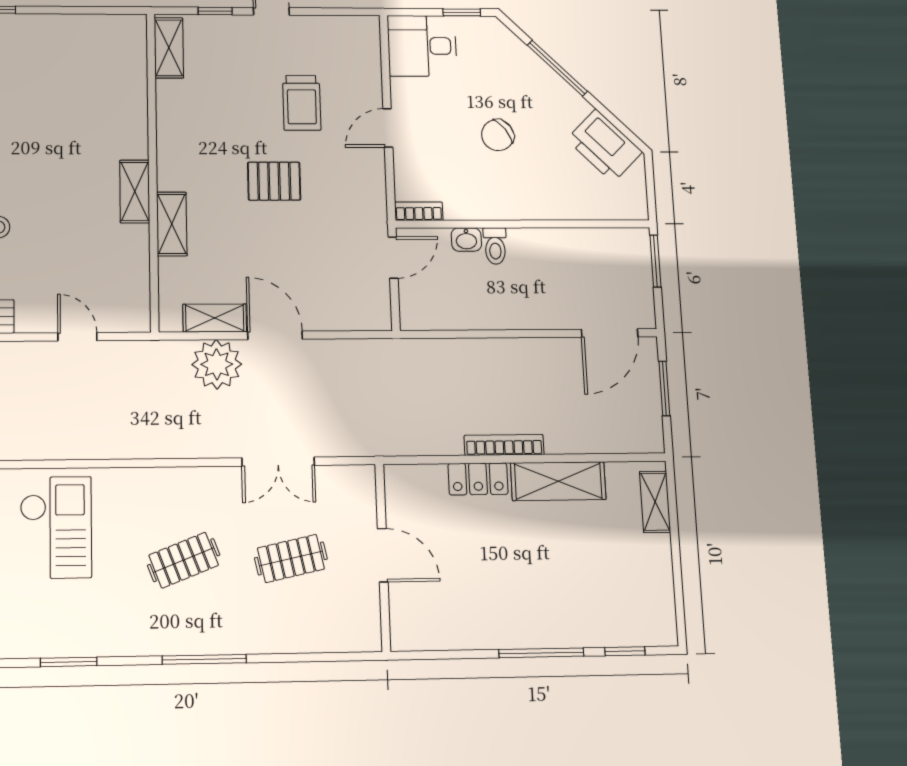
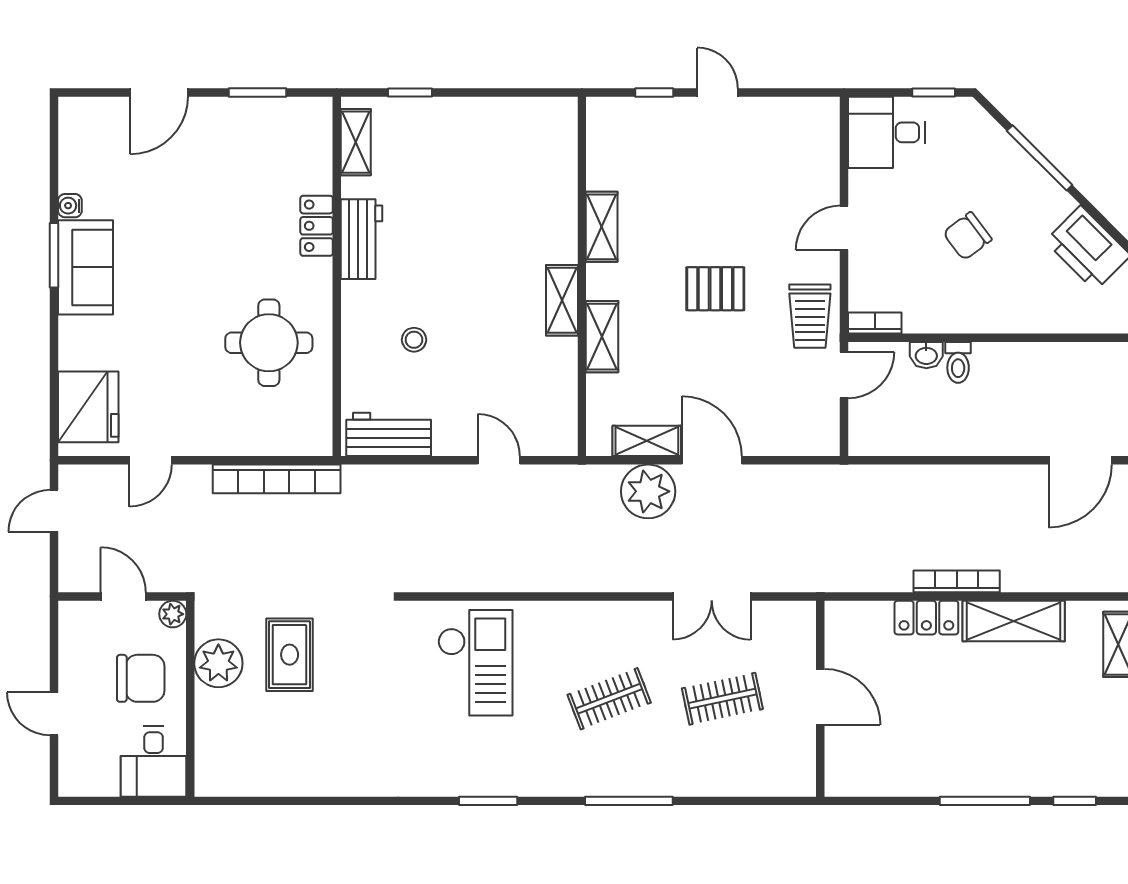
shelving: (169, 48) -> (602, 227), moved
trolley: (302, 103) -> (810, 316), moved

